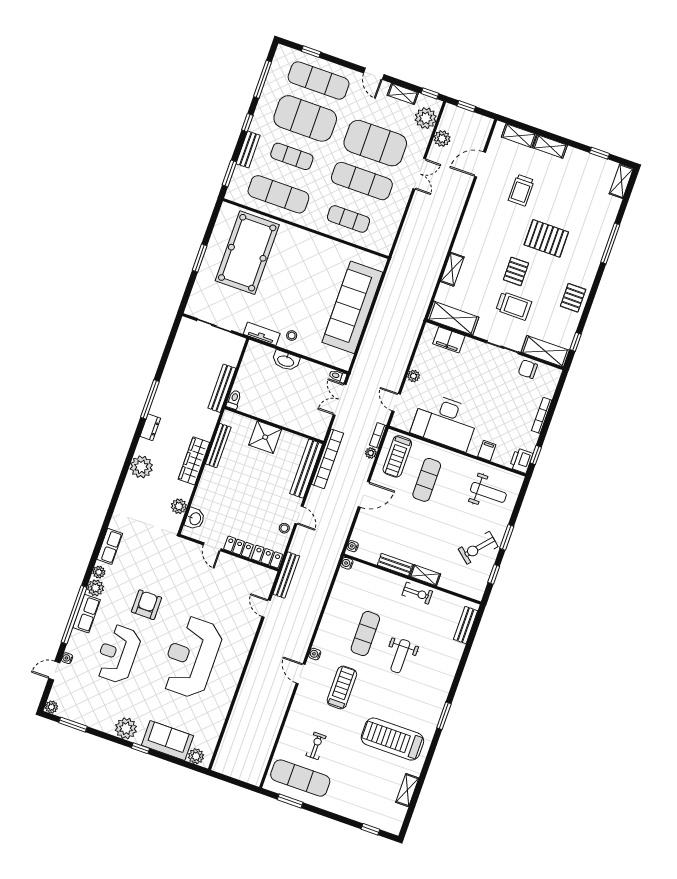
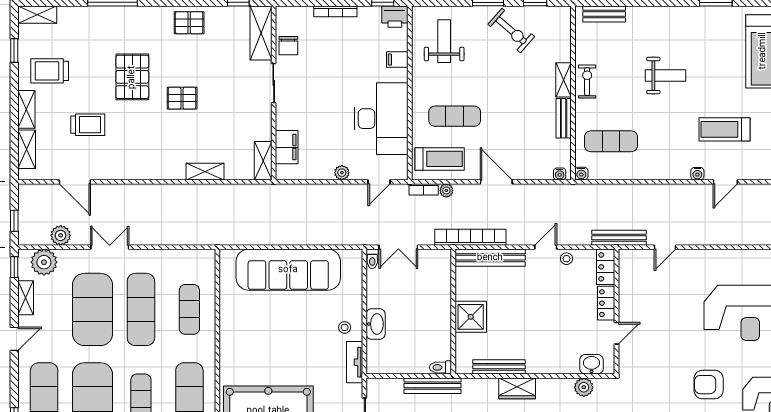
trolley: (514, 306) -> (50, 71), moved, turned -90
shelving: (453, 318) -> (263, 161), width x0.67, depth x0.75
wardrobe: (194, 461) -> (517, 388), width x0.67
exercise mat: (365, 634) -> (611, 141), moved

